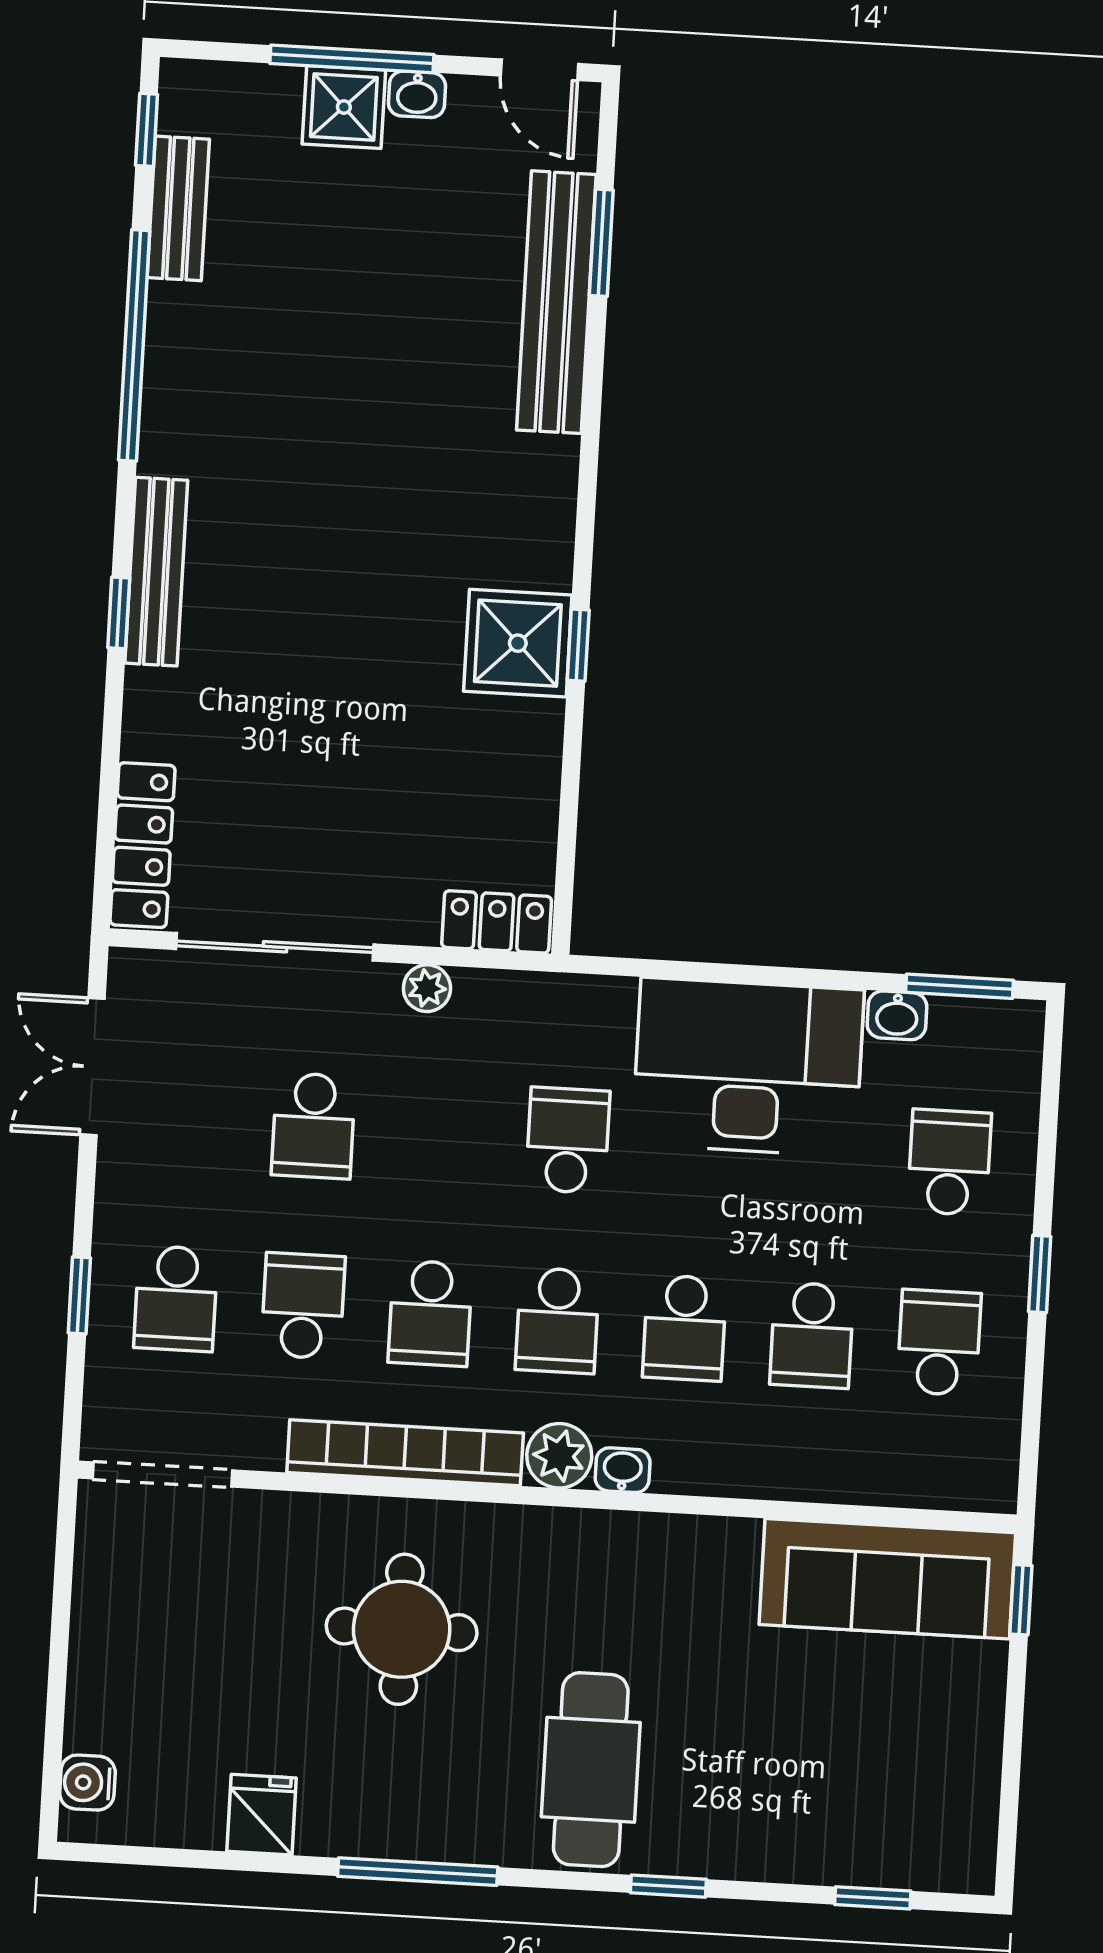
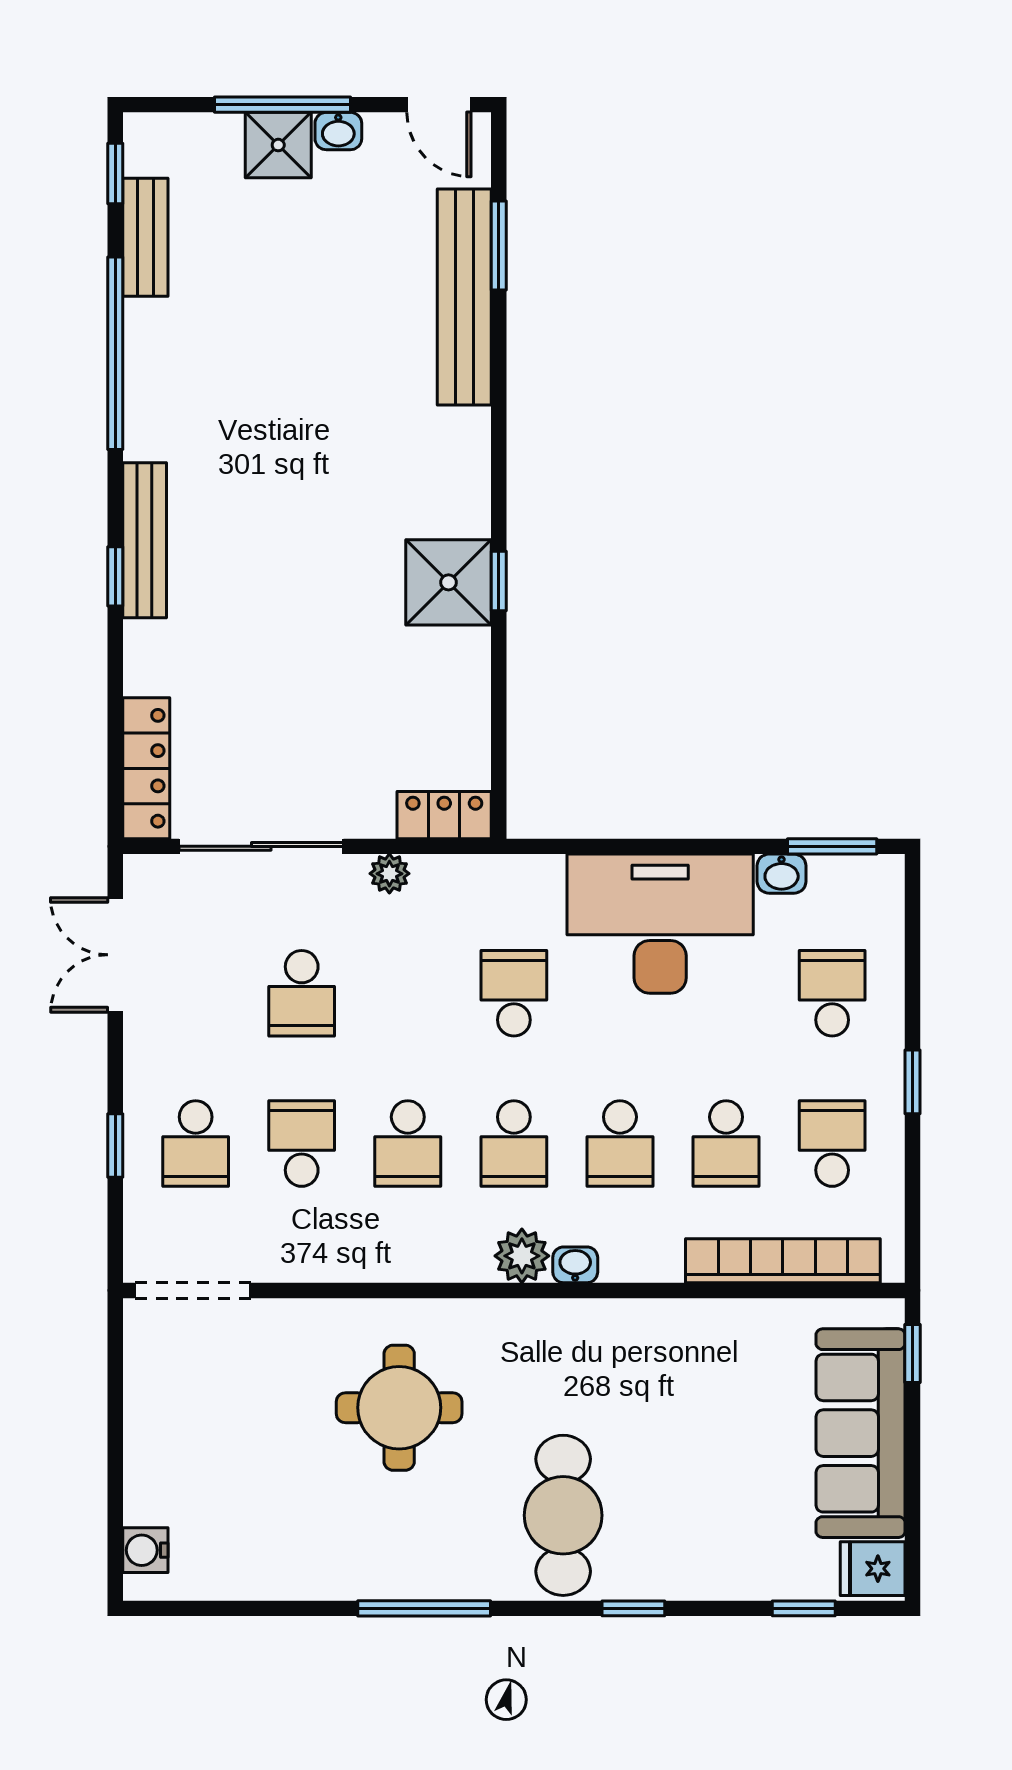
bookcase: (405, 1453) -> (783, 1261), moved
sofa: (887, 1579) -> (861, 1433), moved, turned 90
fridge: (262, 1815) -> (873, 1569), moved, turned -90

